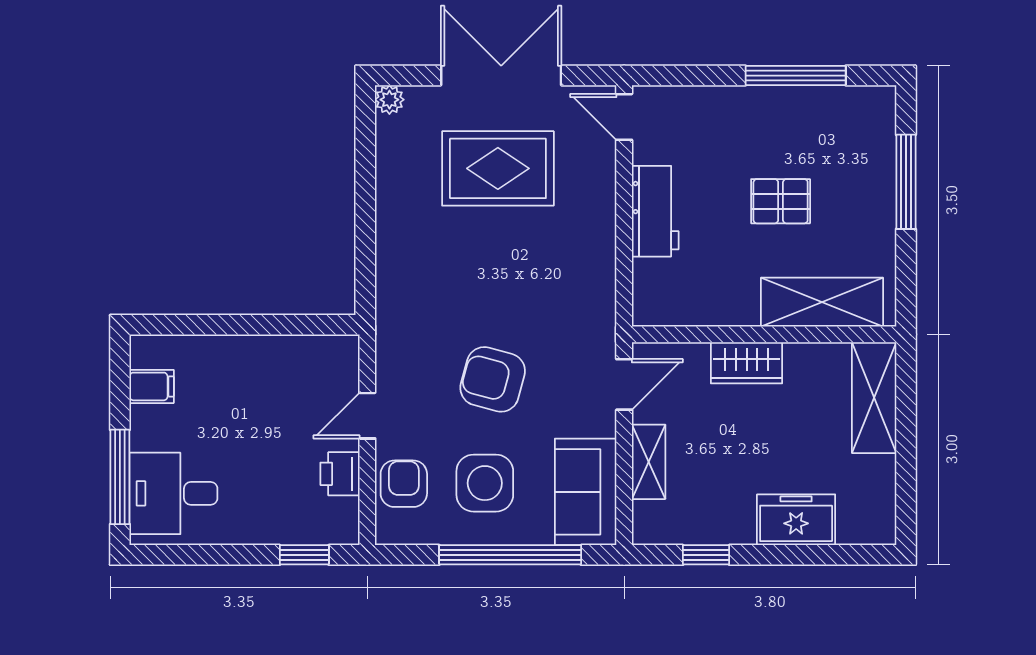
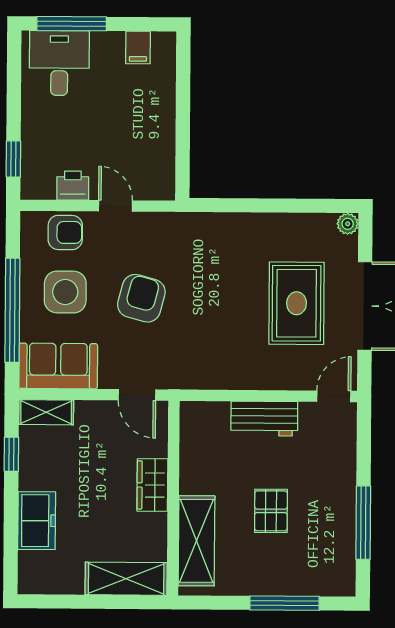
shelving: (649, 462) -> (46, 412), moved

